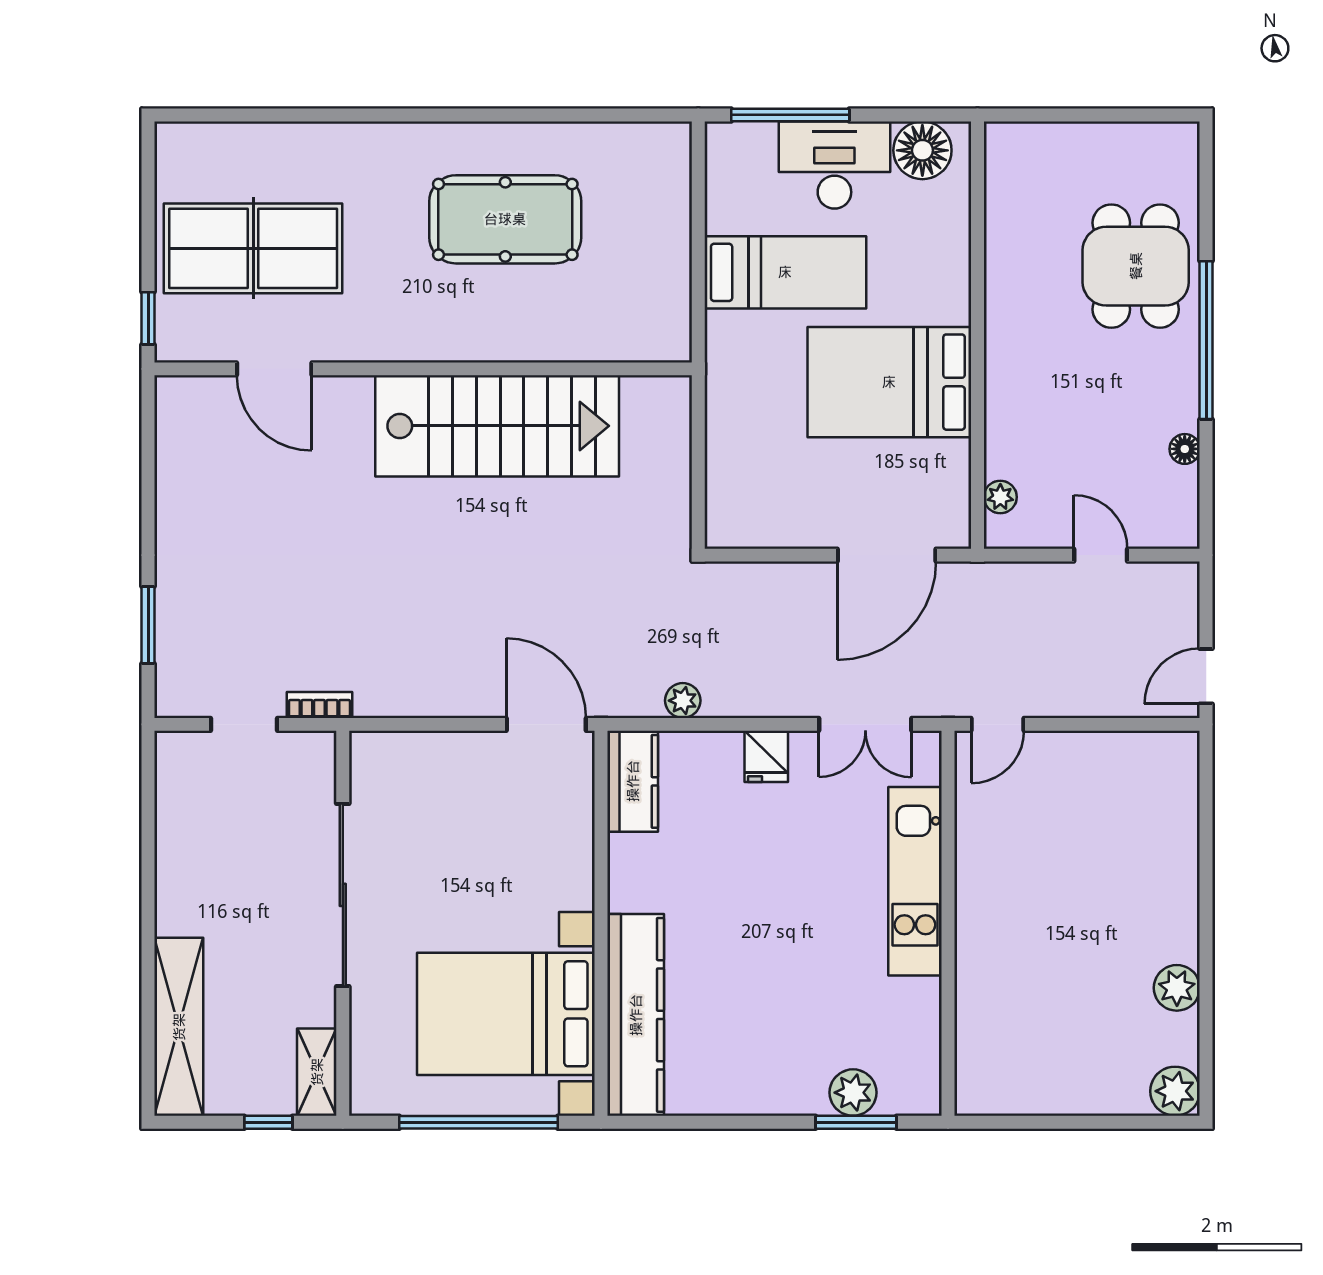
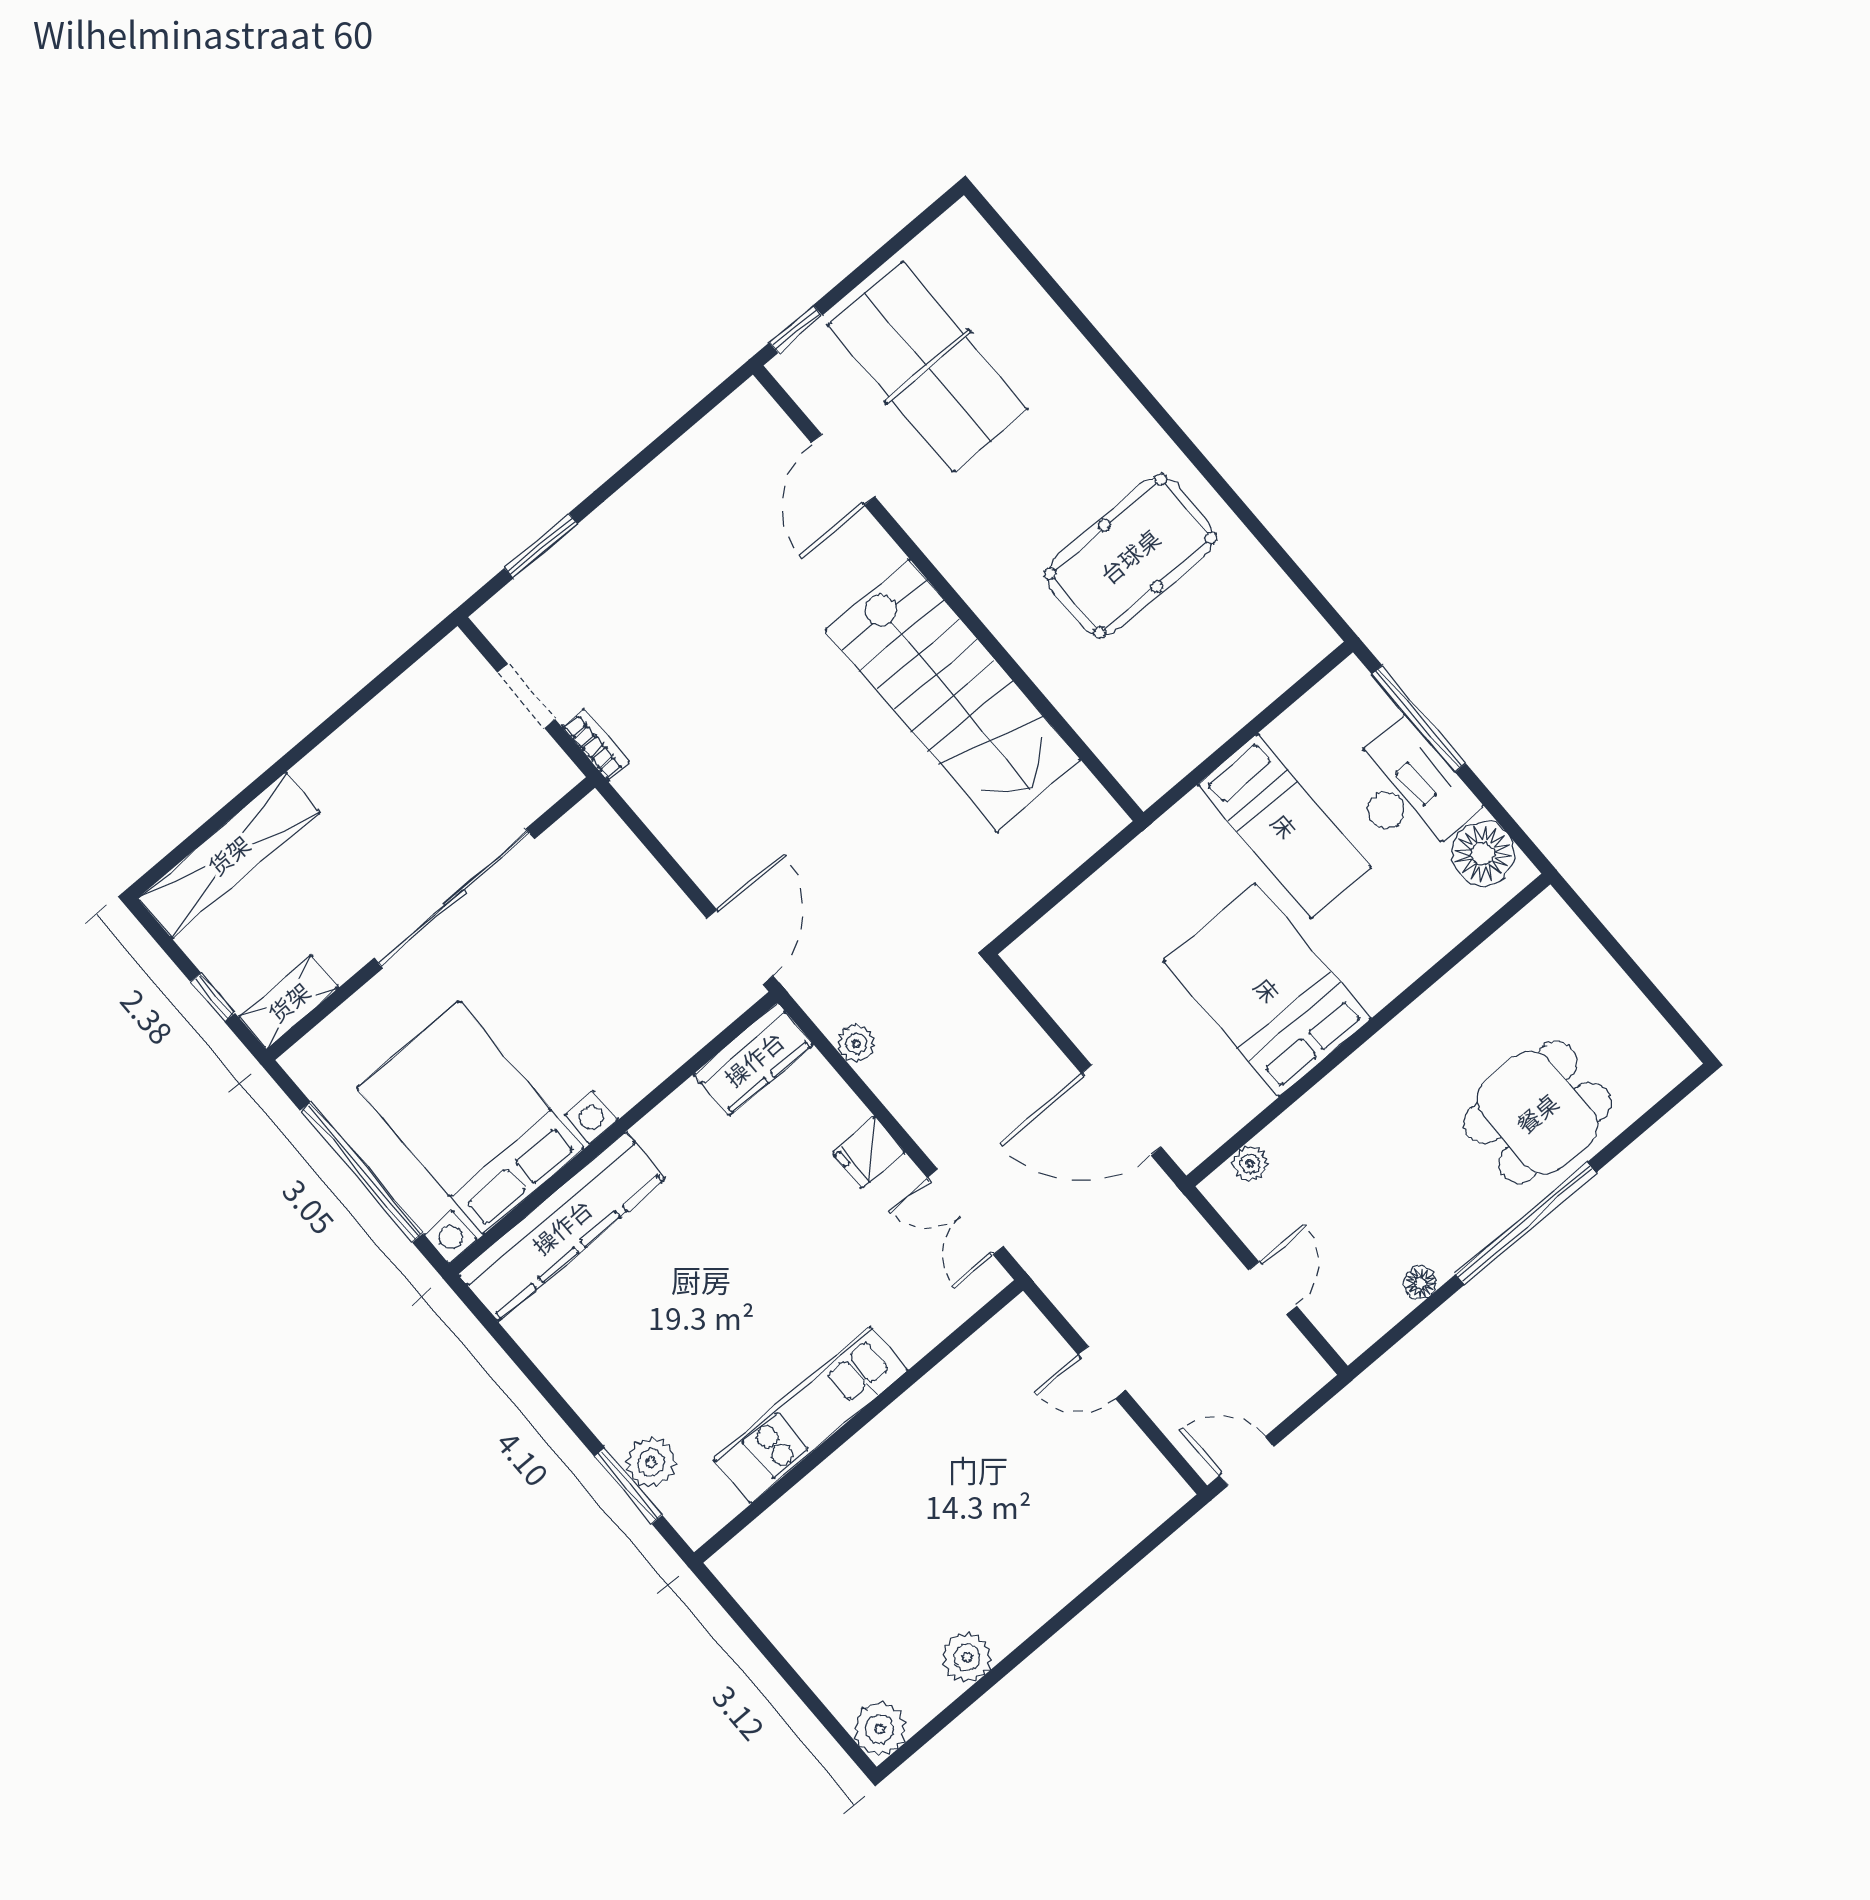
pool table: (505, 219) -> (1130, 556), turned 90
door: (997, 724) -> (1102, 1372), moved
kitchen unit: (915, 881) -> (811, 1415), moved

